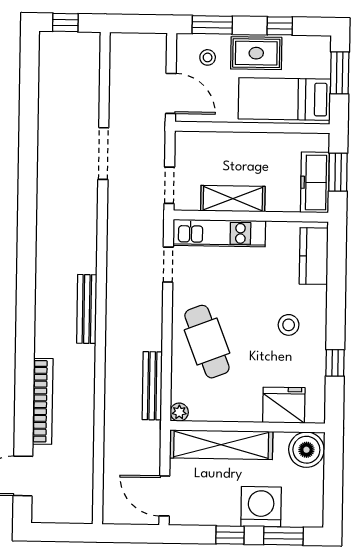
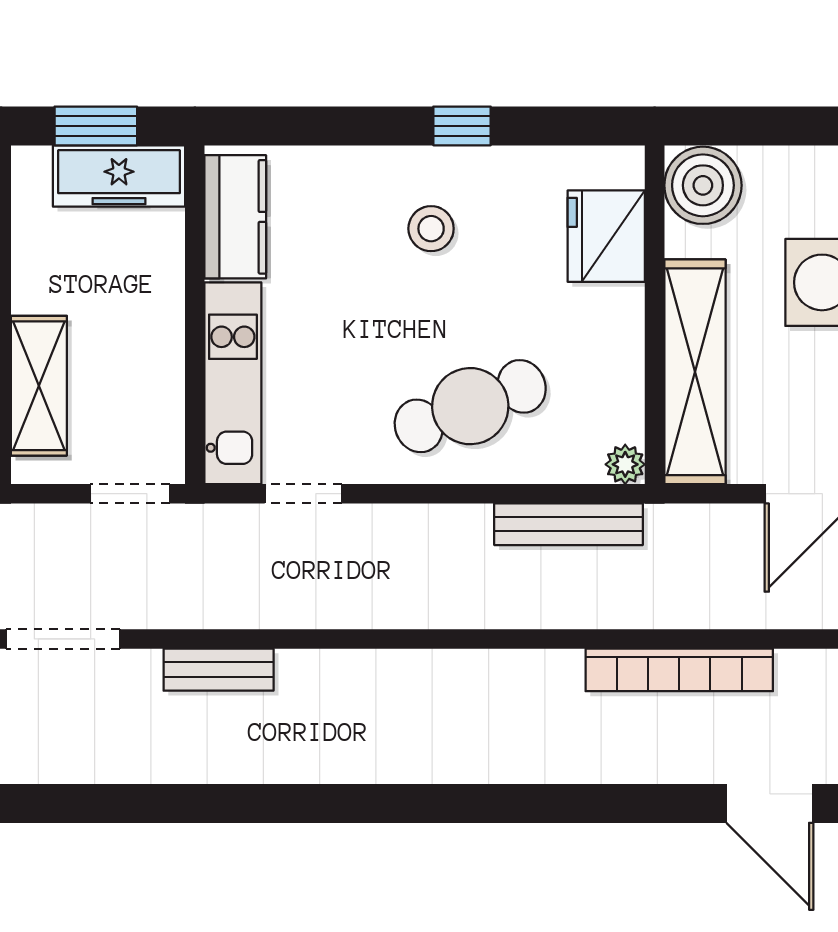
shelving: (233, 199) -> (39, 386), moved
kitchen counter: (314, 256) -> (235, 217), moved, turned -90
bench: (87, 309) -> (219, 670), moved, width x0.73
window: (335, 363) -> (462, 126), moved
bookcase: (43, 401) -> (679, 670), moved, turned 180

